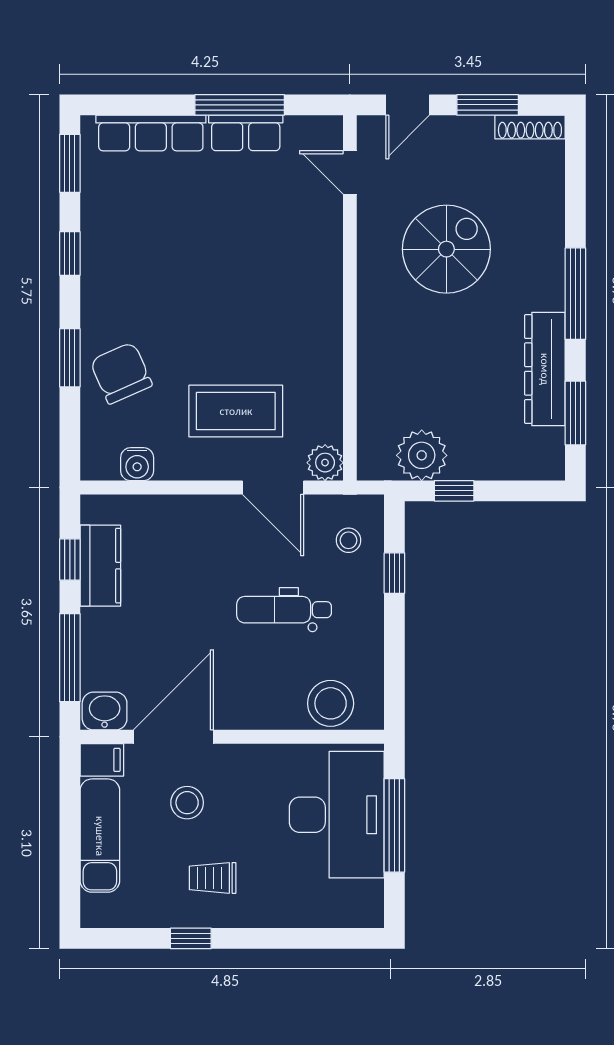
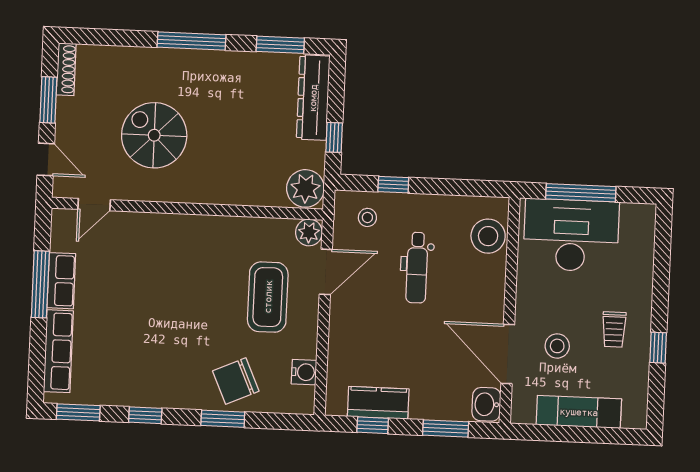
dresser: (545, 369) -> (313, 98), moved, turned 90
plant: (422, 455) -> (305, 188), moved
window: (70, 658) -> (446, 428), width x0.69
filing cabinet: (102, 760) -> (523, 408), removed

